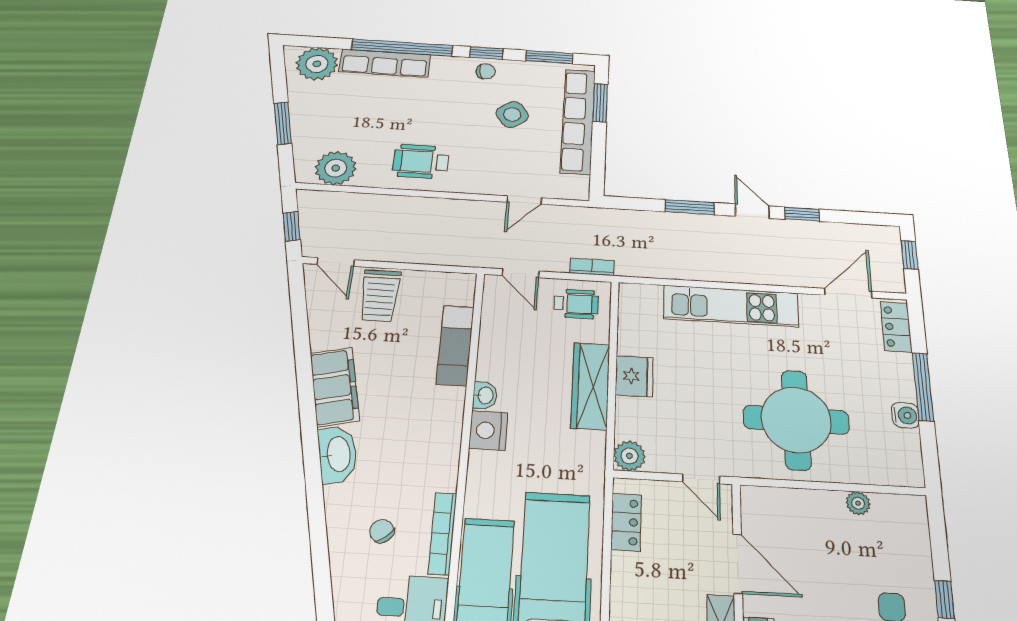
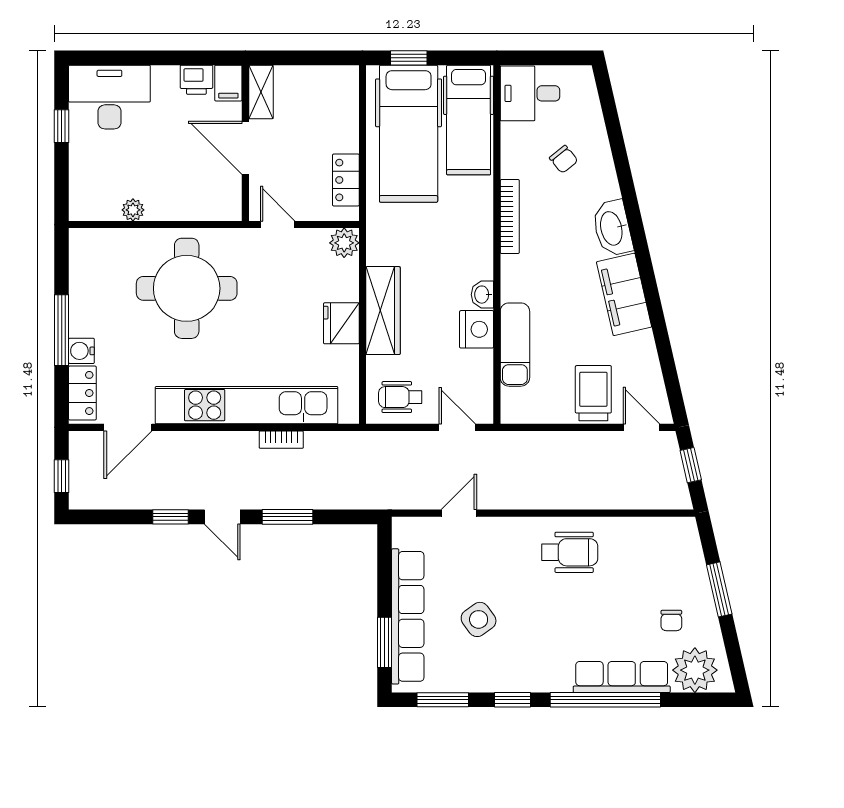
chair: (486, 71) -> (671, 620), moved, turned -81
plant: (336, 168) -> (656, 538), removed
bookcase: (592, 267) -> (281, 440), moved
kitchen unit: (731, 306) -> (247, 405), width x1.36
water cooler: (905, 415) -> (81, 351), moved
nightstand: (488, 430) -> (477, 329), moved
bookcase: (442, 533) -> (510, 216), moved

